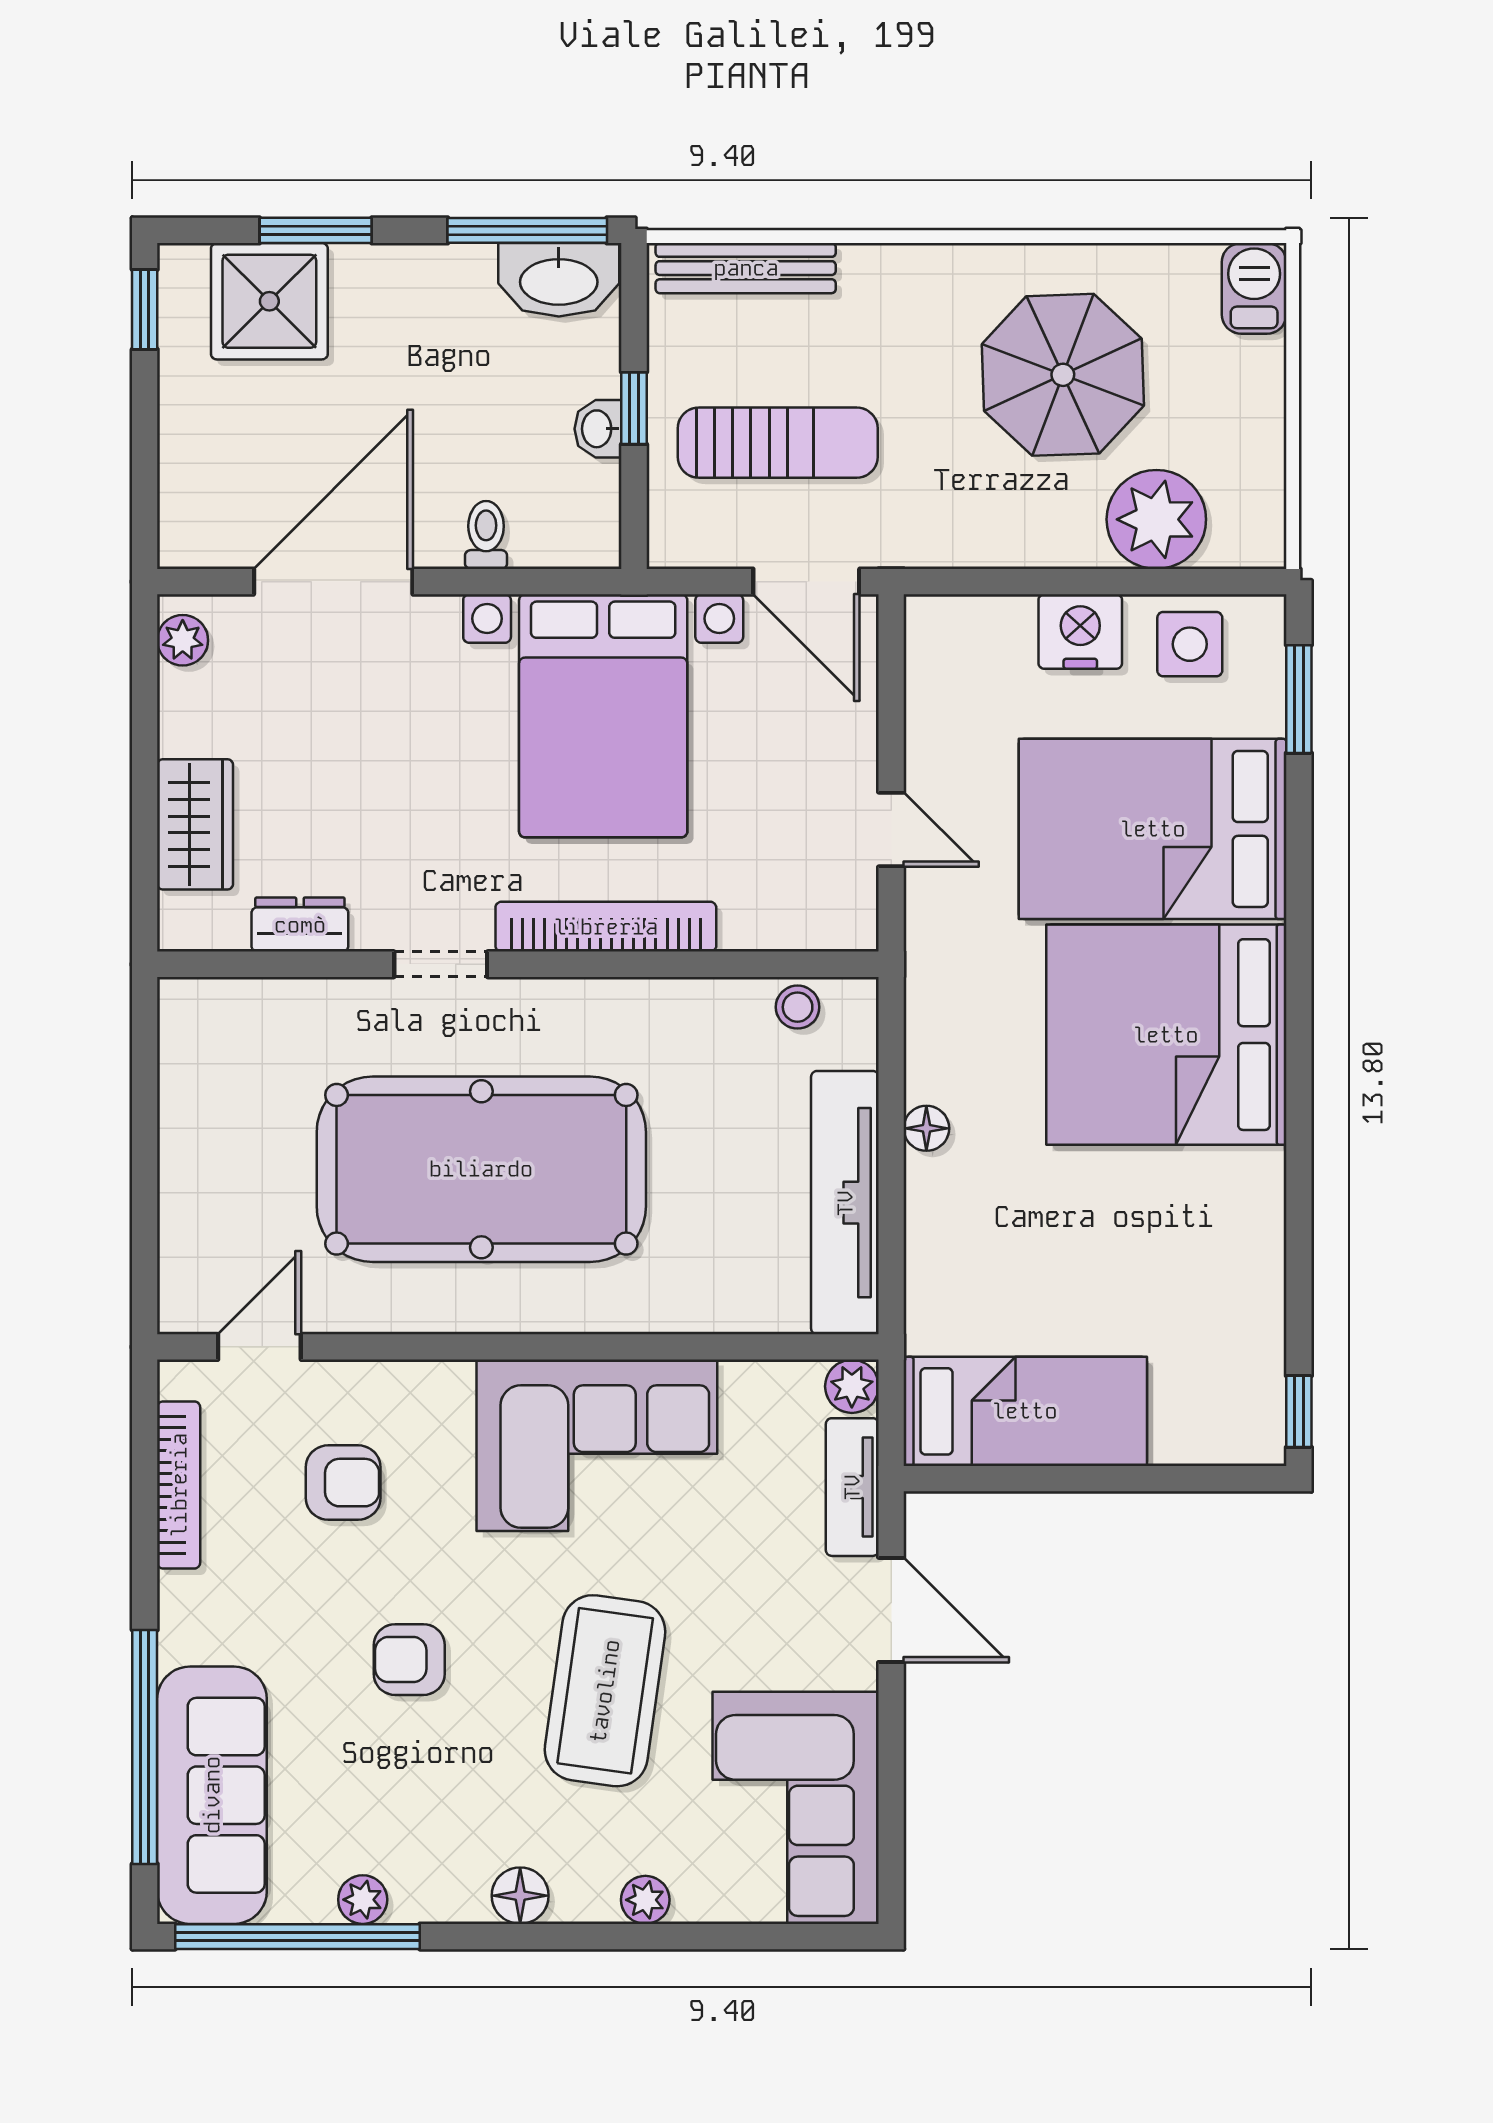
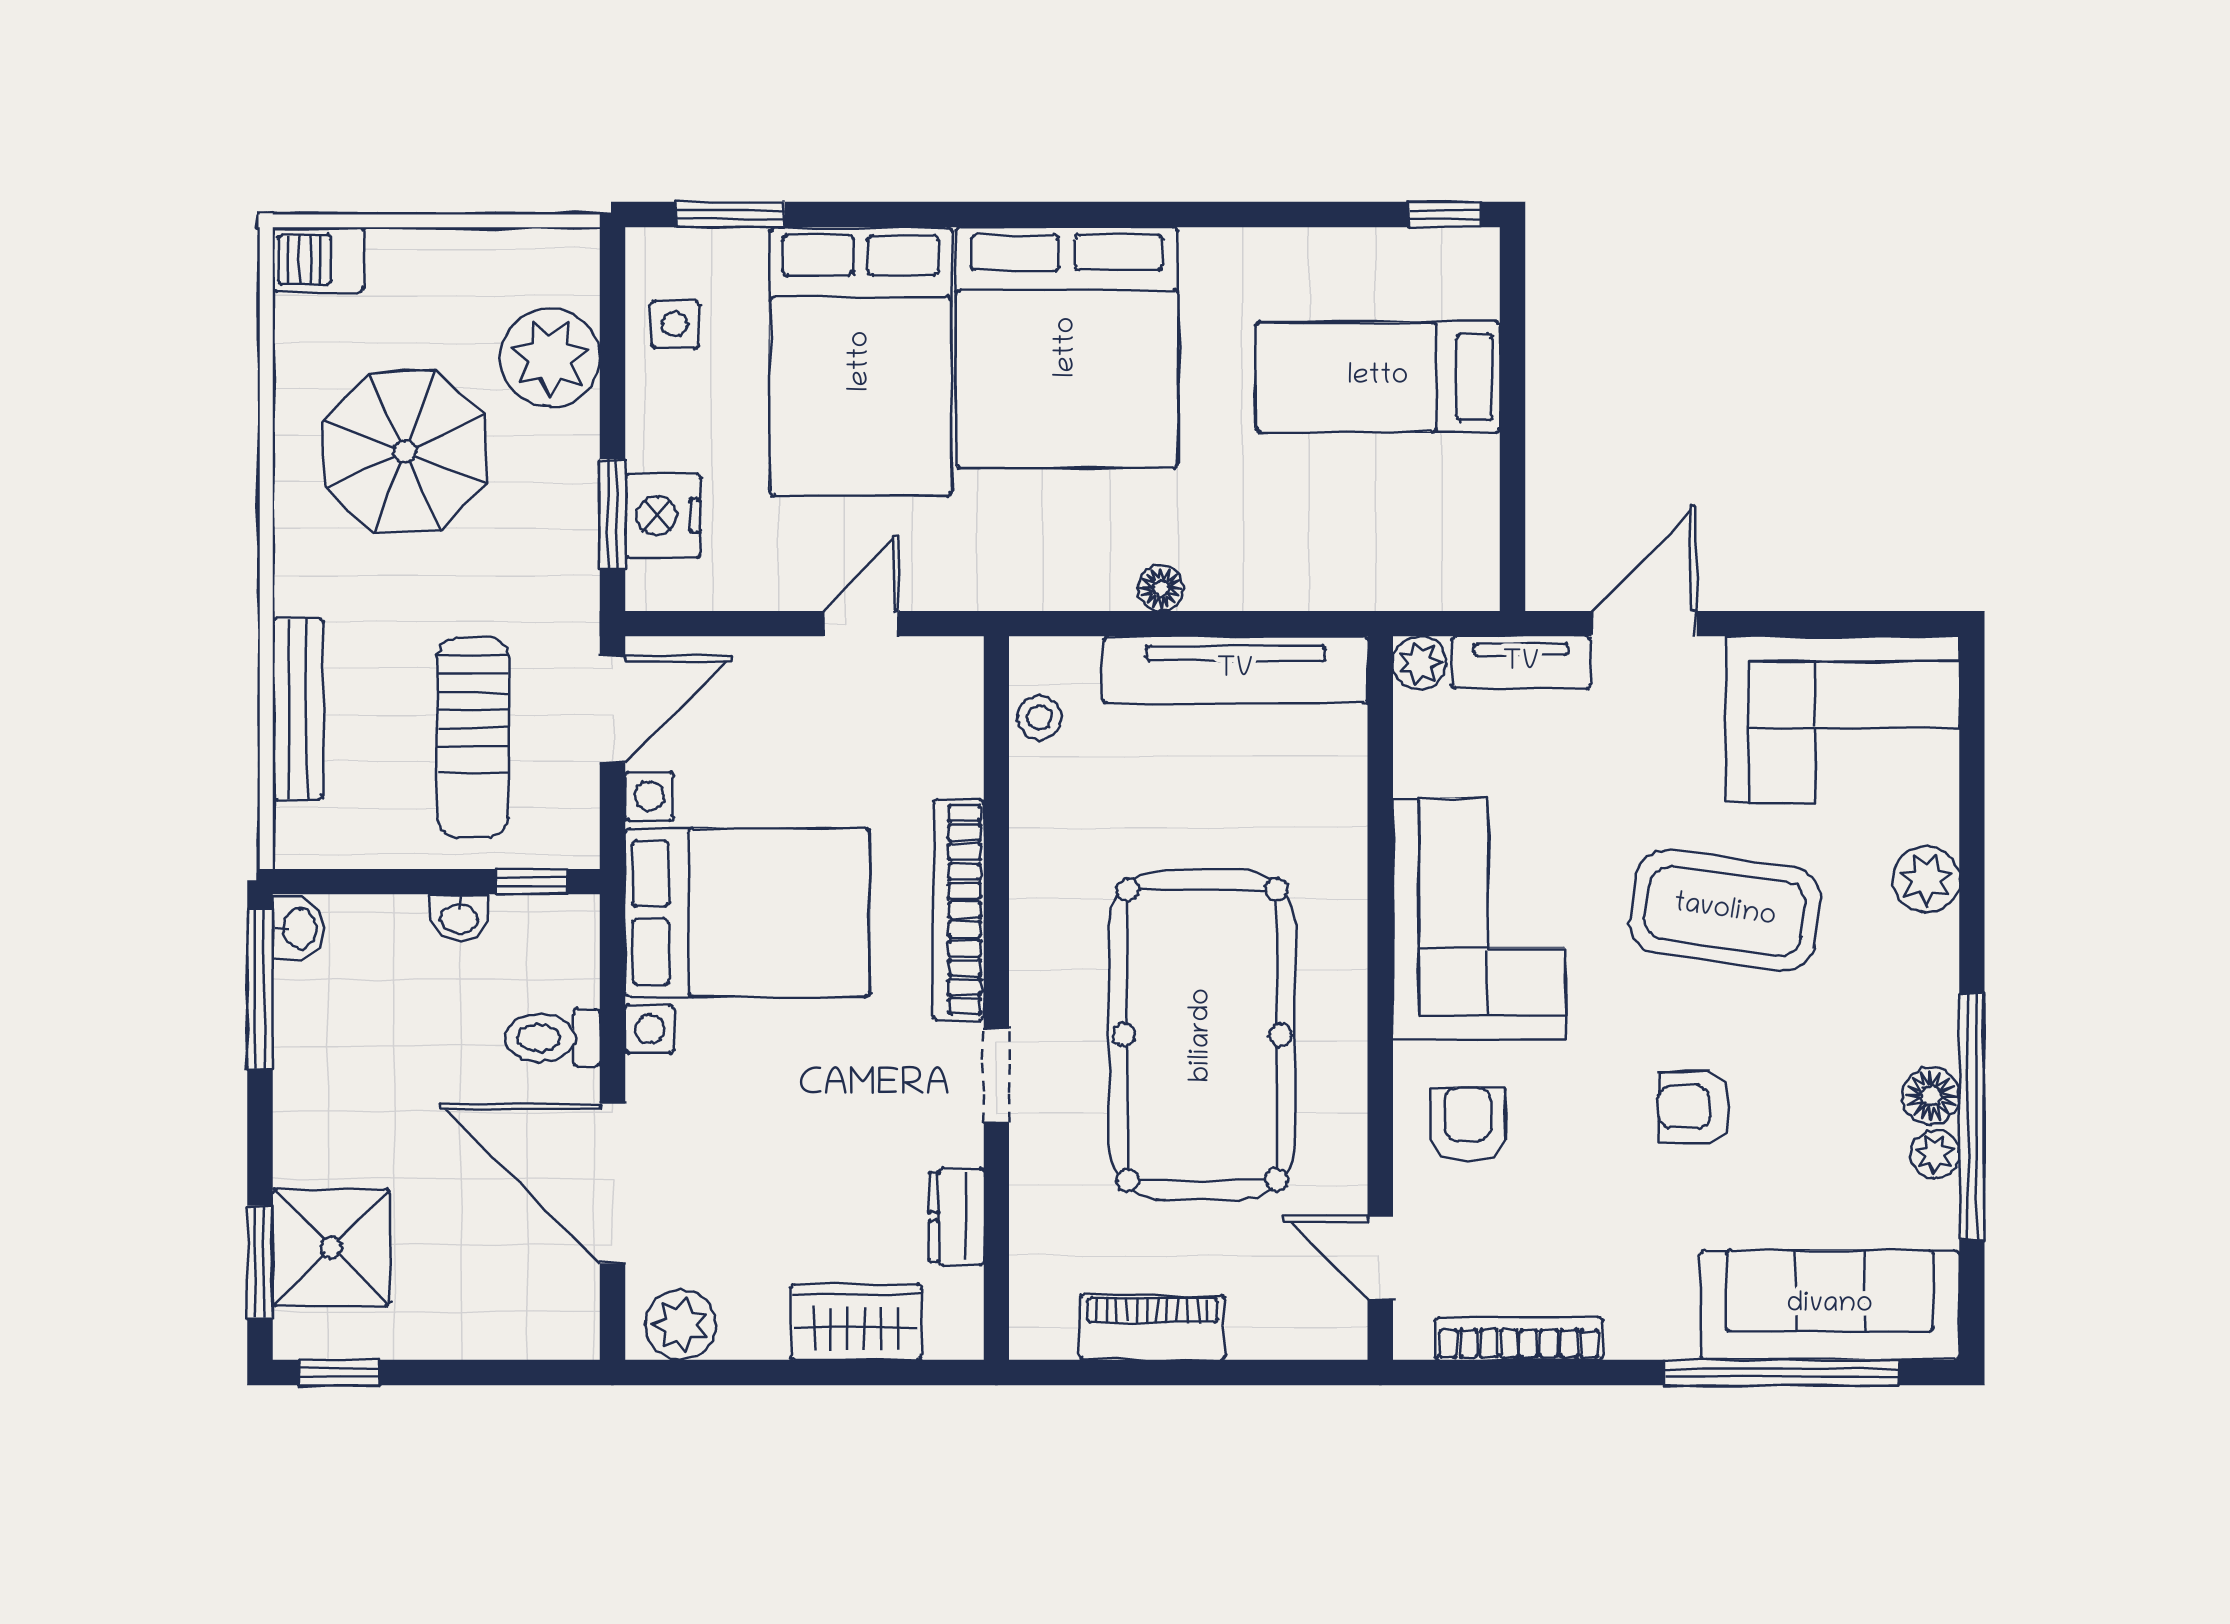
window: (316, 230) -> (260, 1262), moved
bench: (746, 268) -> (298, 709), moved
washbasin: (559, 280) -> (298, 928), width x0.52, depth x0.69
window: (634, 408) -> (532, 882), moved
sun lounger: (778, 443) -> (473, 737), turned 180
toilet: (486, 535) -> (552, 1038), width x1.37, depth x1.39
window: (1000, 582) -> (612, 514), added
nightstand: (1080, 632) -> (663, 516), moved
plant: (183, 640) -> (681, 1325), width x1.38, depth x1.38
side table: (1190, 644) -> (675, 324), width x0.73, depth x0.73
piano: (190, 1120) -> (1152, 1328), added
bed: (1025, 1411) -> (1378, 377), moved, turned -90
armchair: (343, 1483) -> (1468, 1125), moved
armchair: (409, 1660) -> (1694, 1107), turned 90
floor lamp: (520, 1896) -> (1931, 1096), moved
plant: (645, 1900) -> (1926, 879), width x1.38, depth x1.38
window: (297, 1937) -> (1972, 1117), moved

